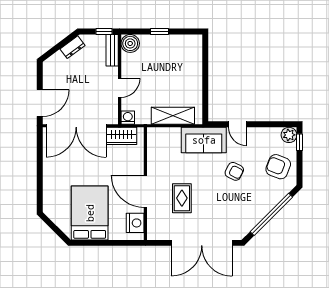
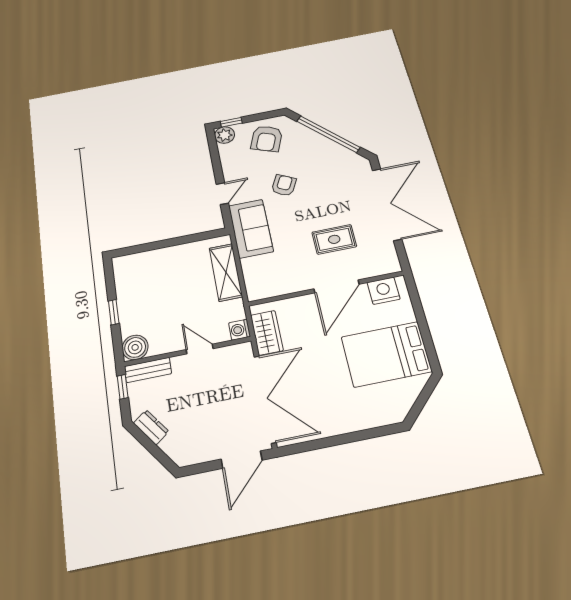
door: (40, 103) -> (242, 460), swing flipped

